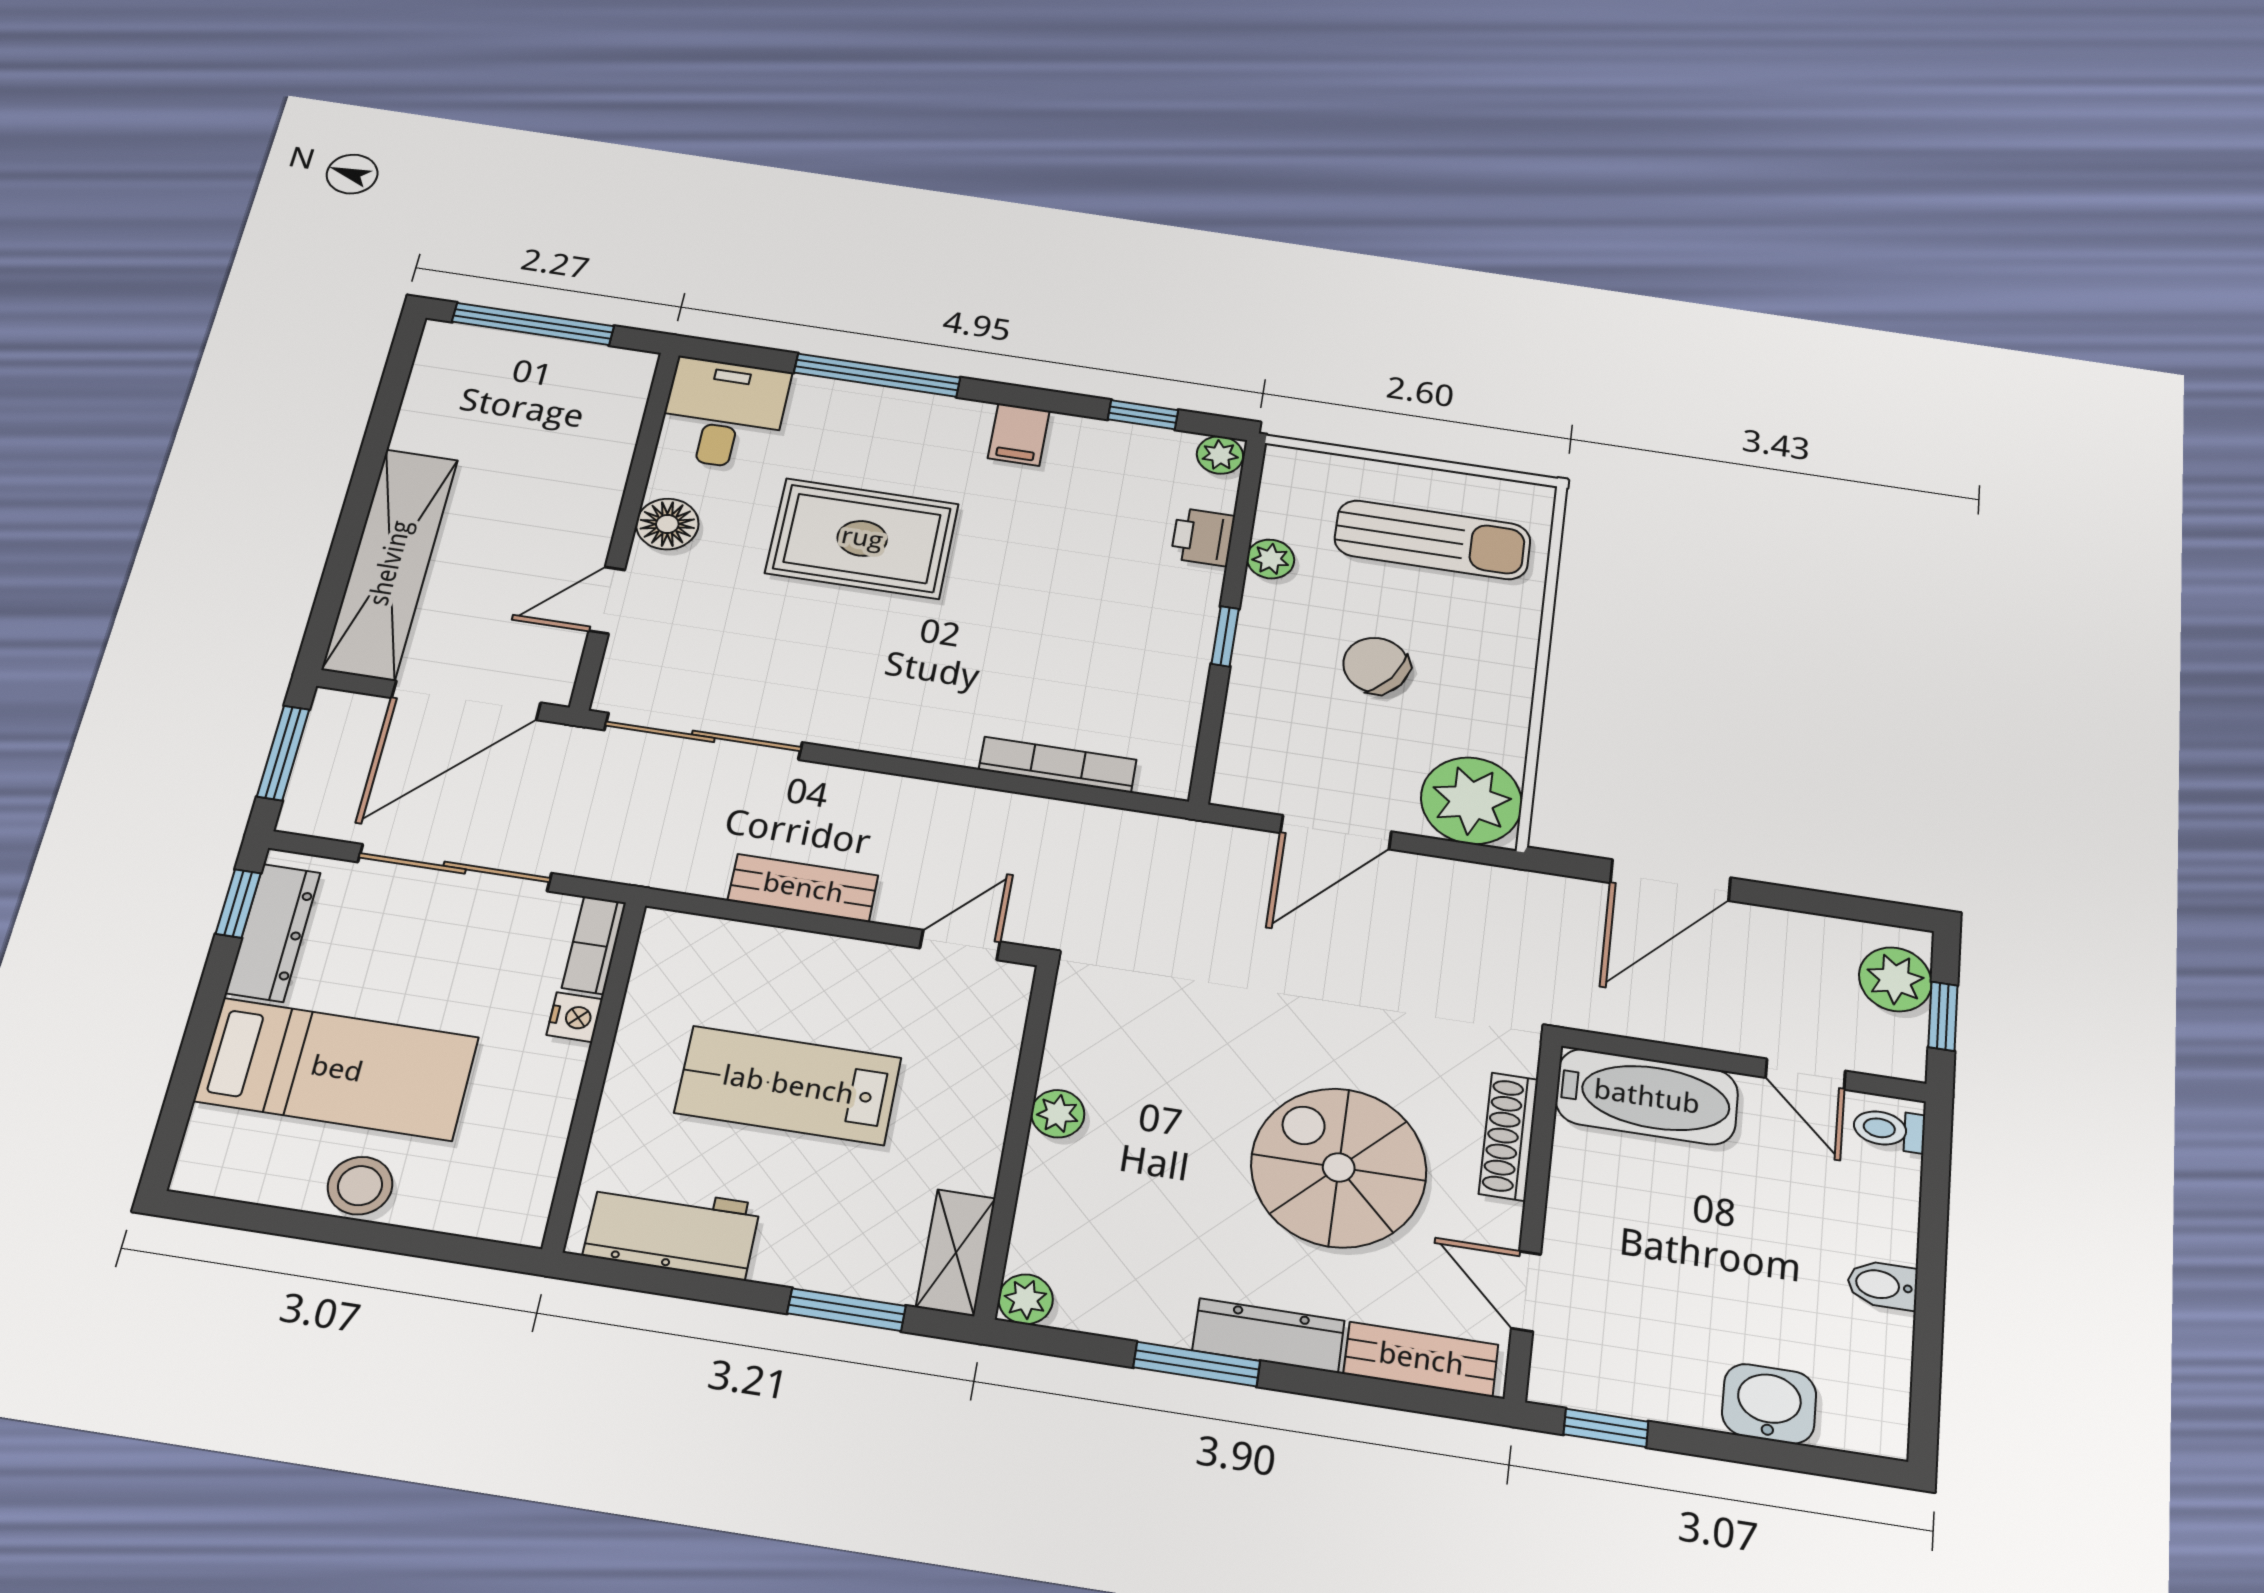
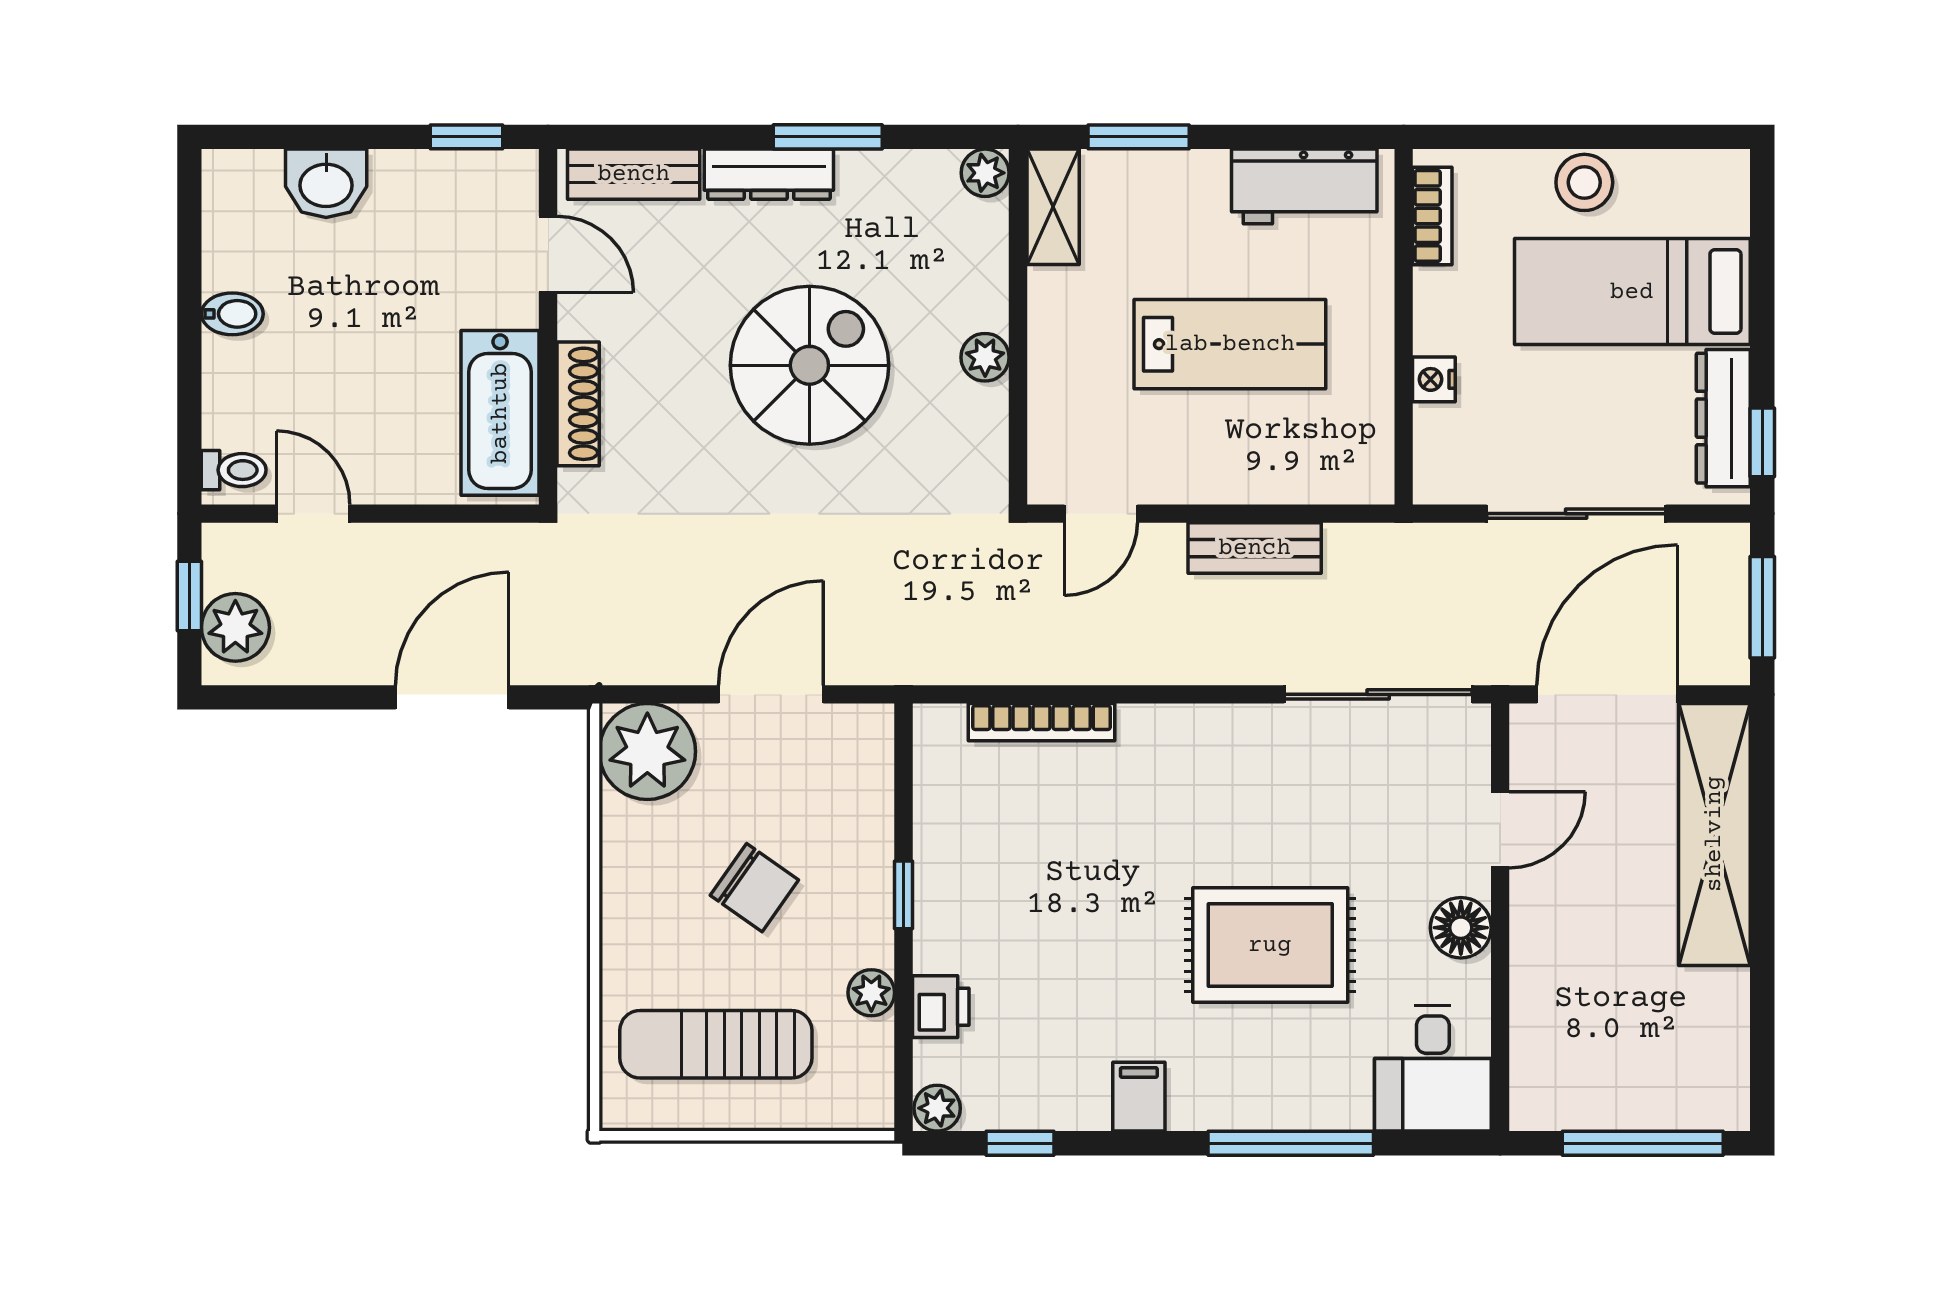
bookcase: (594, 945) -> (1432, 216), moved
bathtub: (1647, 1097) -> (500, 413), moved, turned -90
spiral stairs: (1339, 1167) -> (809, 365), moved, turned -90

